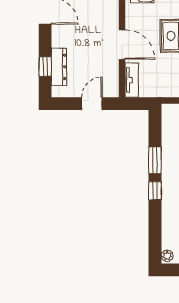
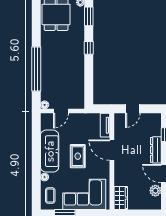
dresser: (59, 67) -> (156, 150), moved
window: (155, 160) -> (89, 16), moved

